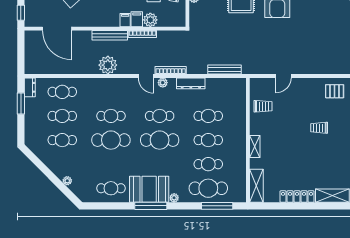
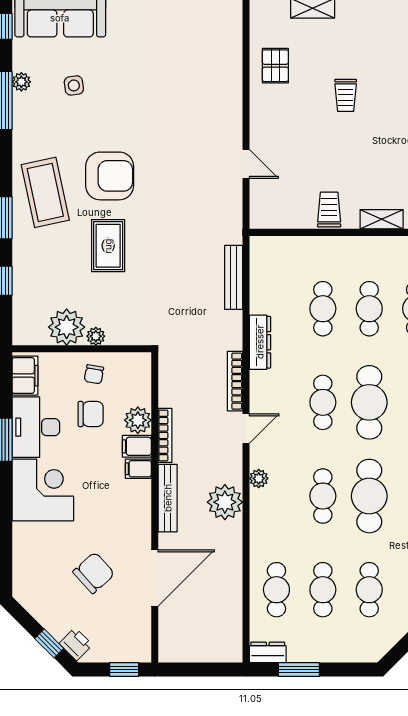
door: (57, 29) -> (155, 578), moved
plant: (163, 83) -> (259, 478), moved
trolley: (263, 106) -> (329, 209), moved

